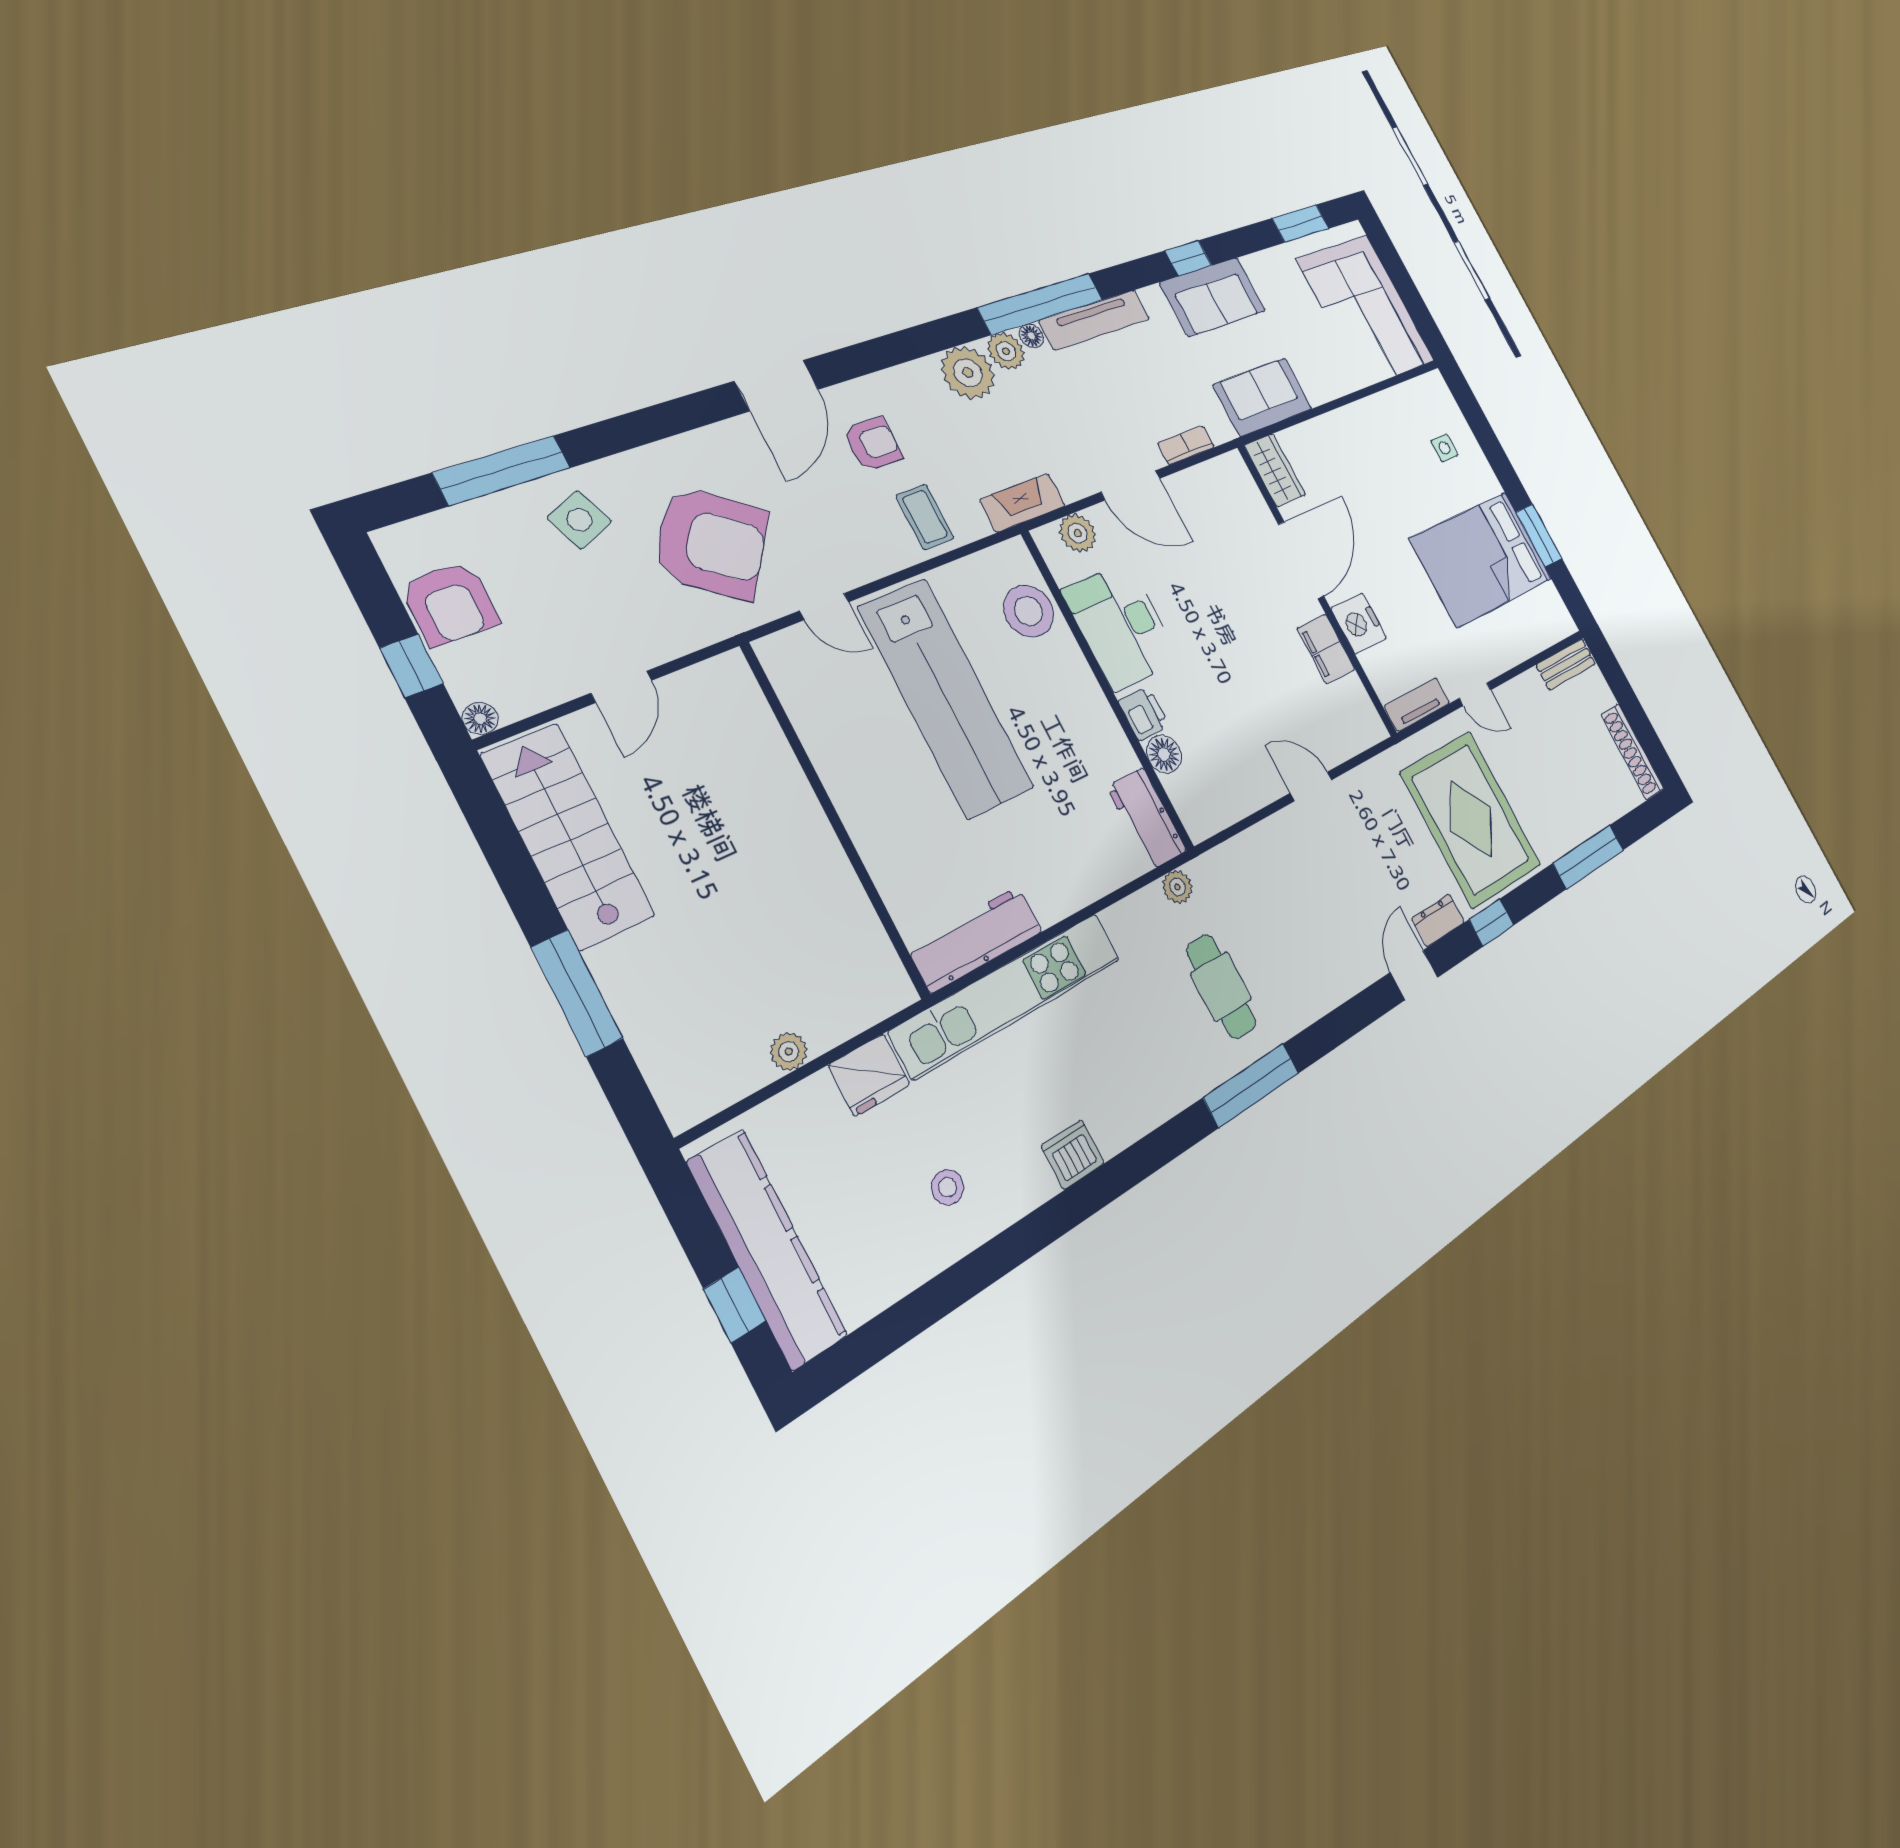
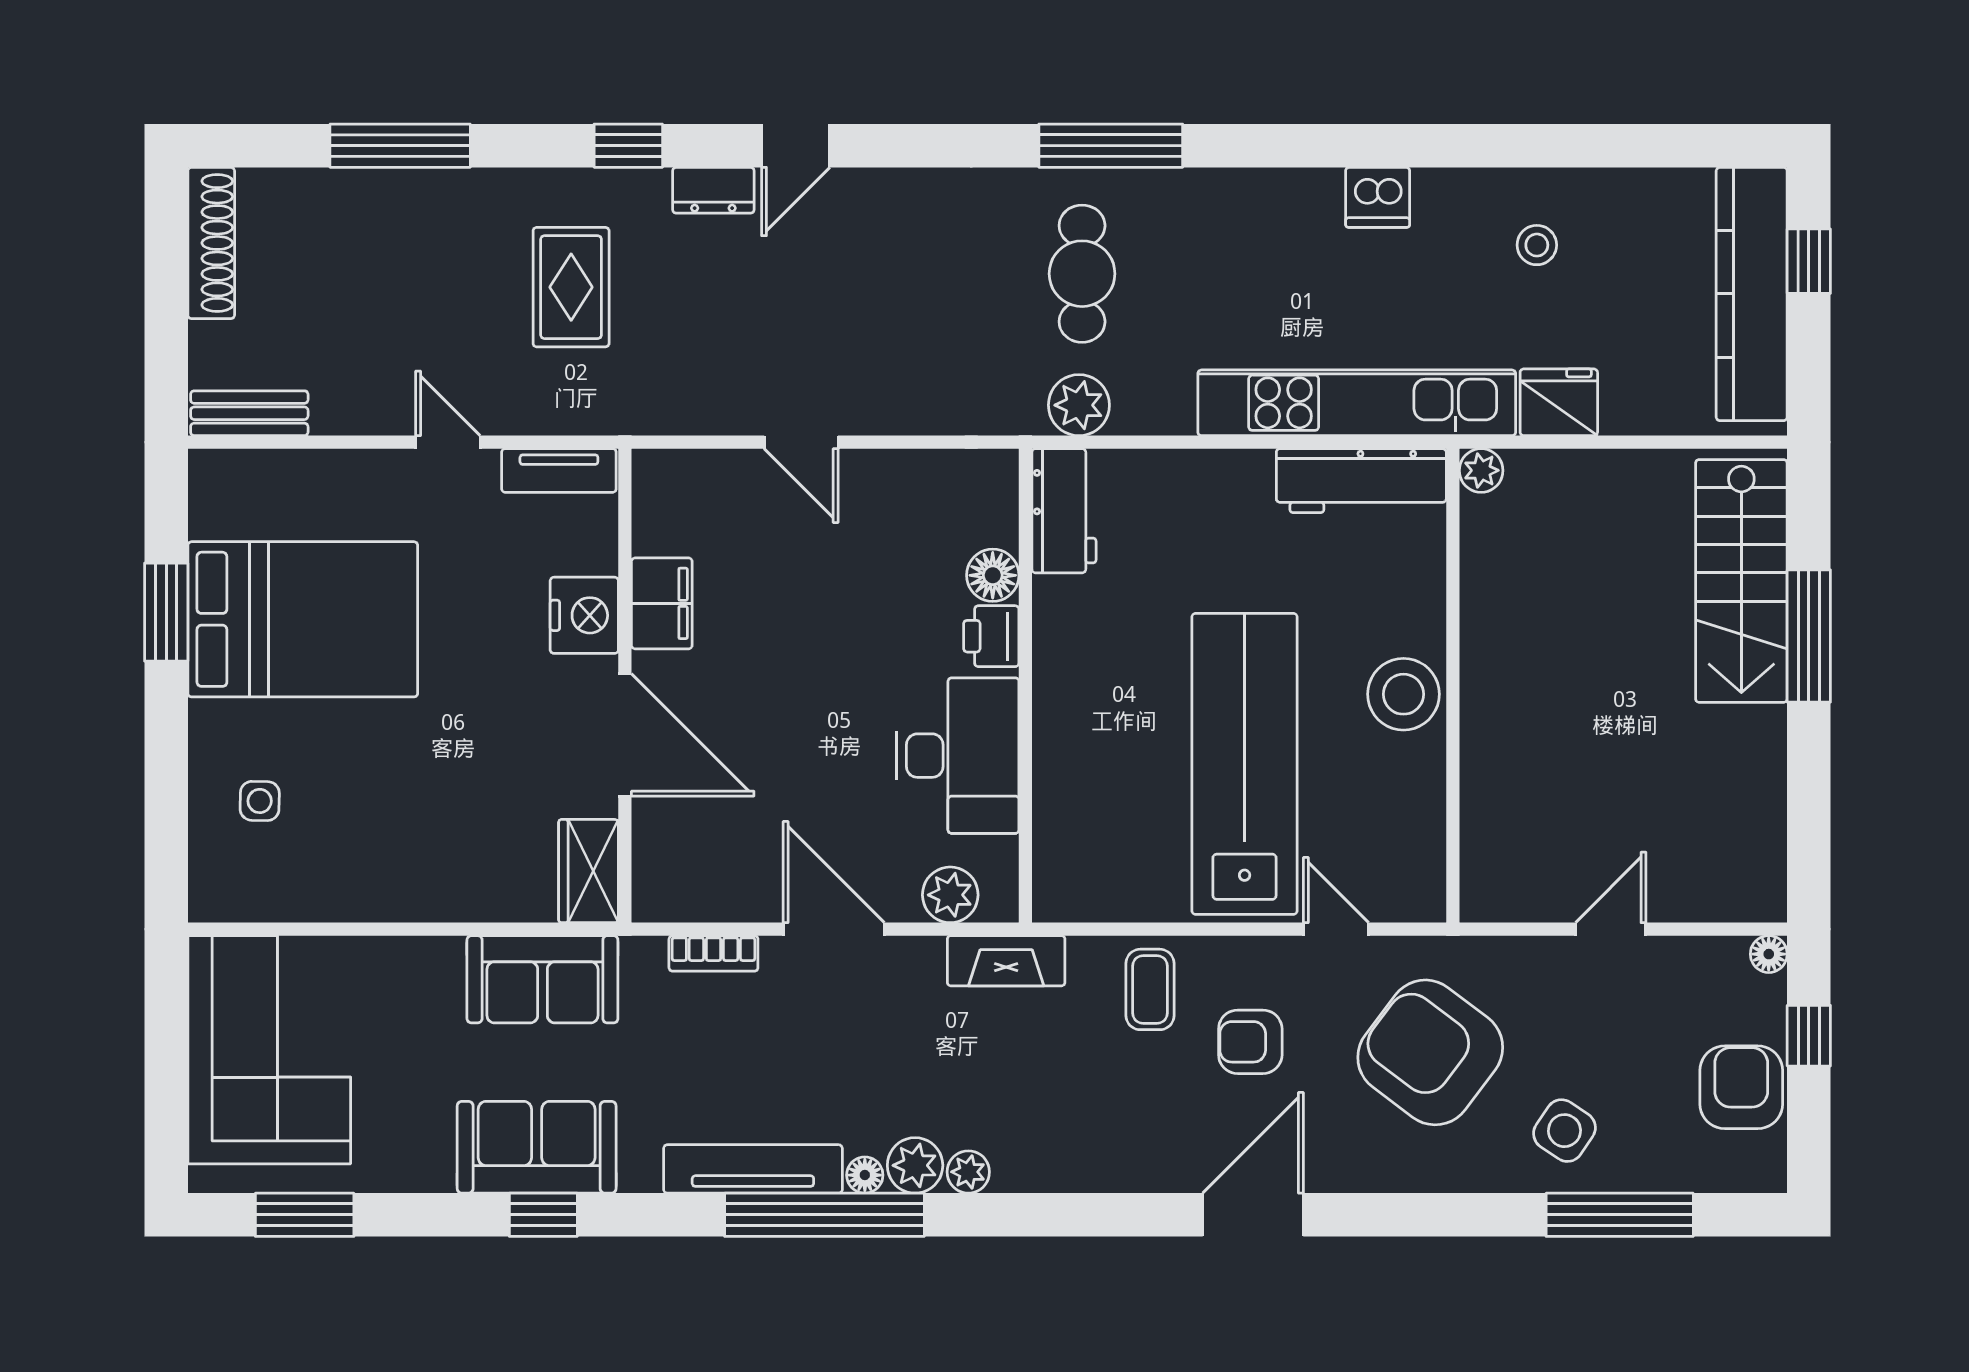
plant: (968, 373) -> (968, 1172), width x0.53, depth x0.53
armchair: (873, 444) -> (1250, 1042), moved
side table: (579, 520) -> (1564, 1131), turned -34
door: (1301, 560) -> (625, 735), swing flipped
stool: (1029, 611) -> (1403, 694), moved
rug: (1471, 819) -> (571, 287), width x0.54, depth x0.49
stairs: (568, 836) -> (1741, 581), moved
plant: (1177, 887) -> (1079, 405), width x1.38, depth x1.38
plant: (789, 1052) -> (1481, 470), moved

